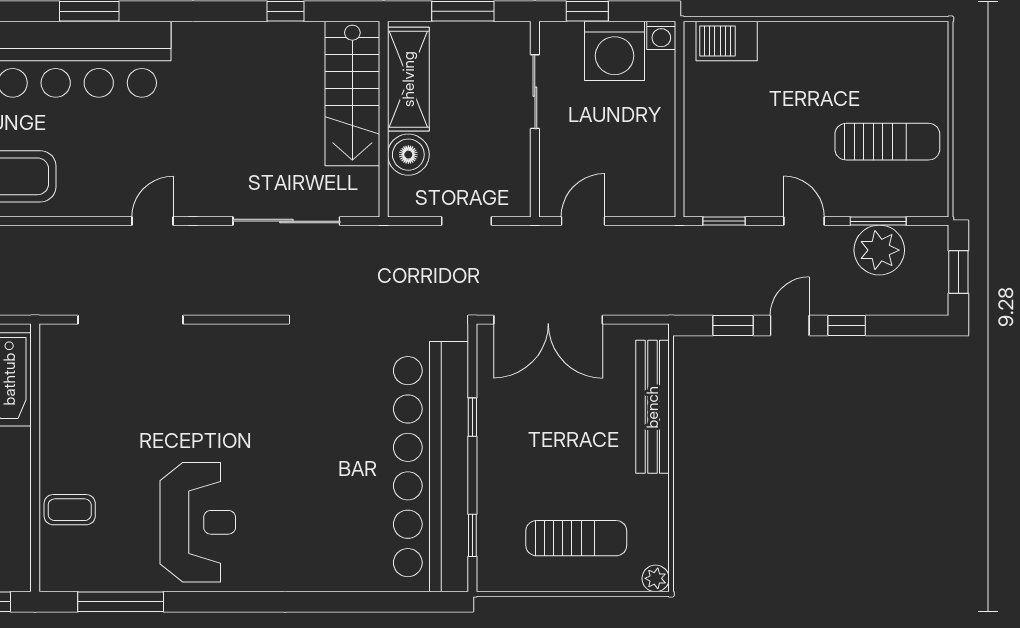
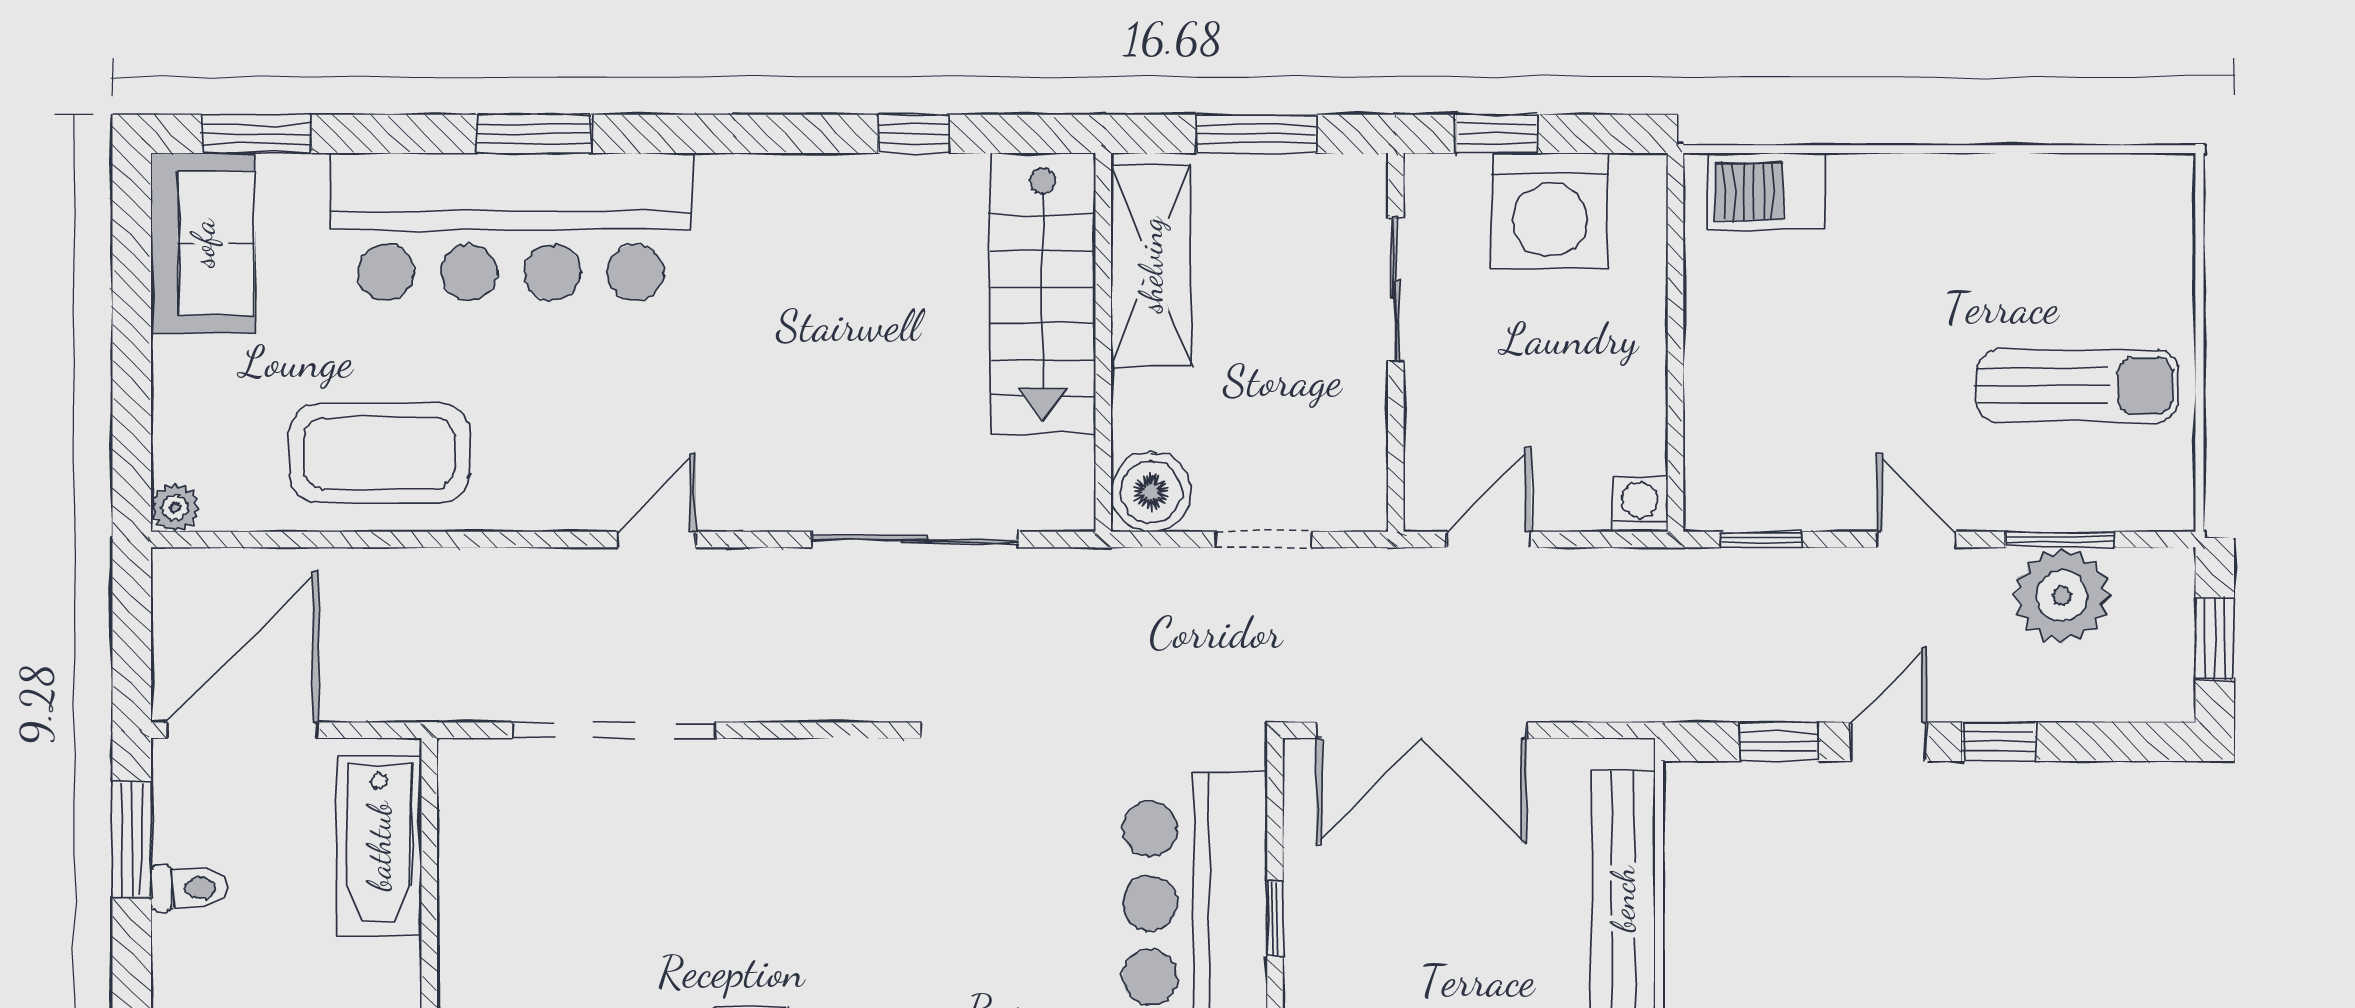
washing machine: (661, 35) -> (1640, 504), moved, turned 180
boiler: (408, 155) -> (1151, 492), moved

